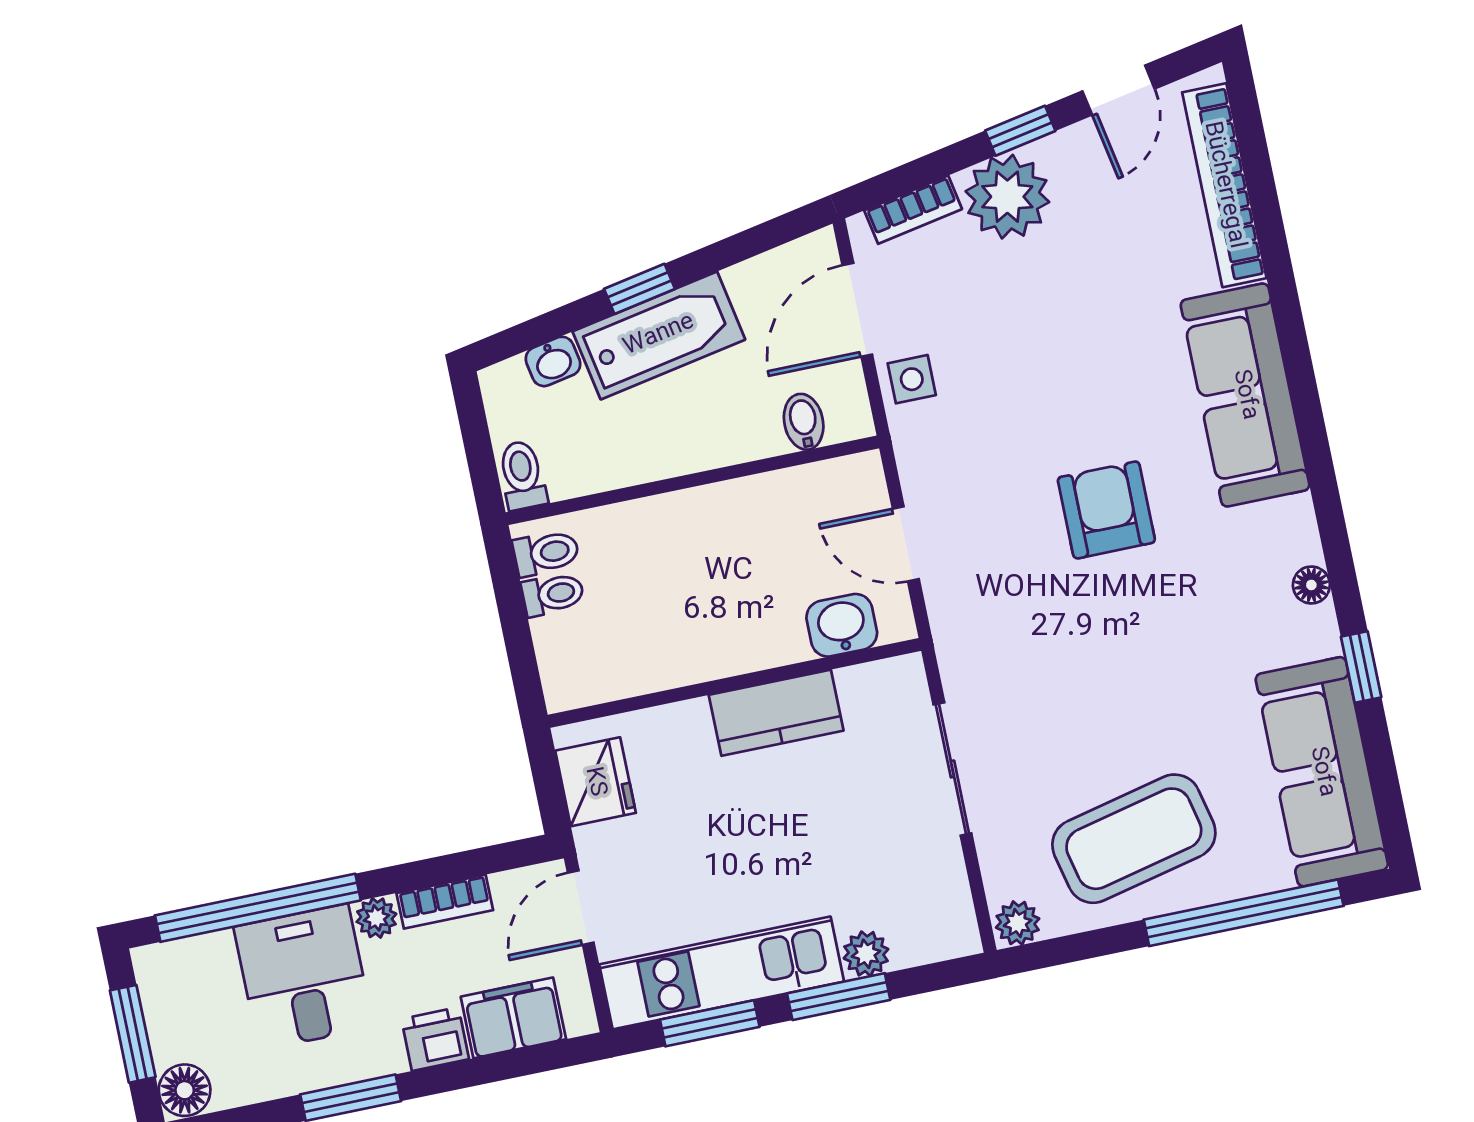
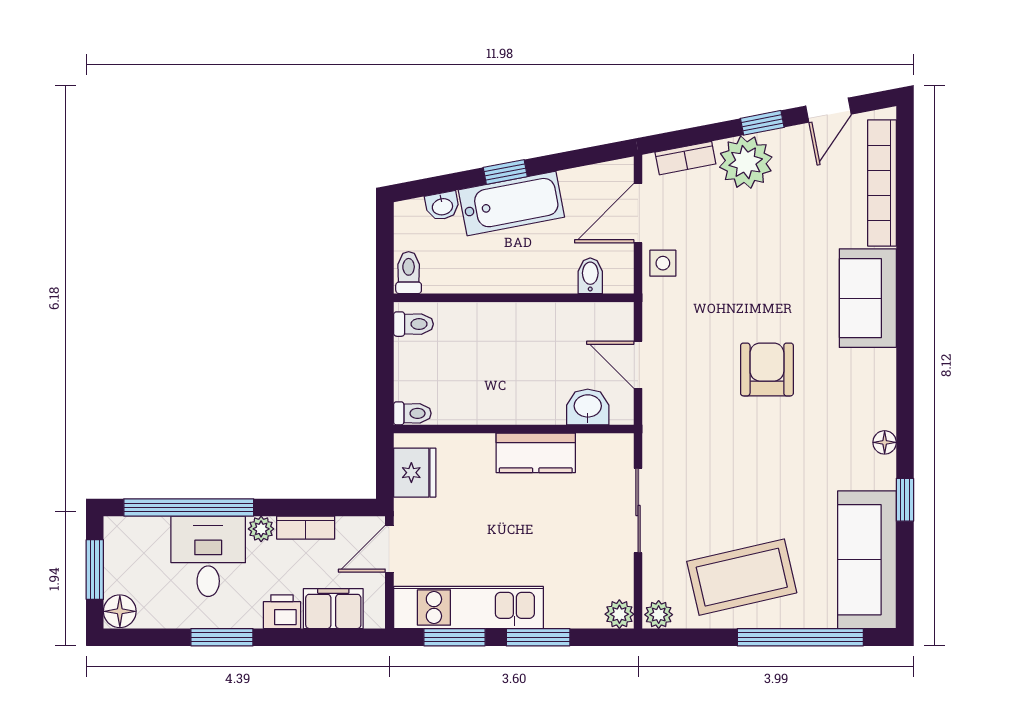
sofa: (1245, 395) -> (868, 298), width x0.73
toilet: (553, 594) -> (412, 413), moved
plant: (866, 954) -> (619, 614), moved

